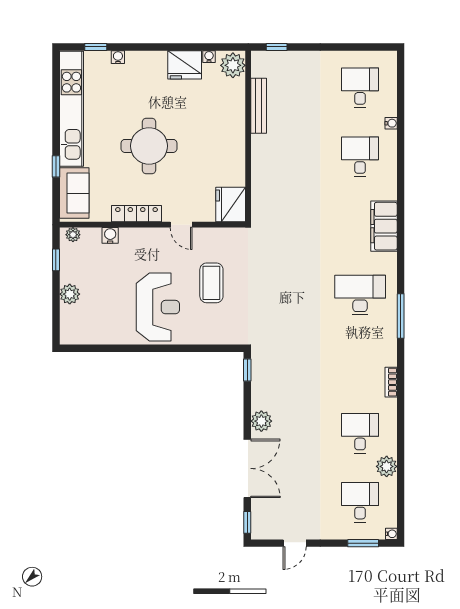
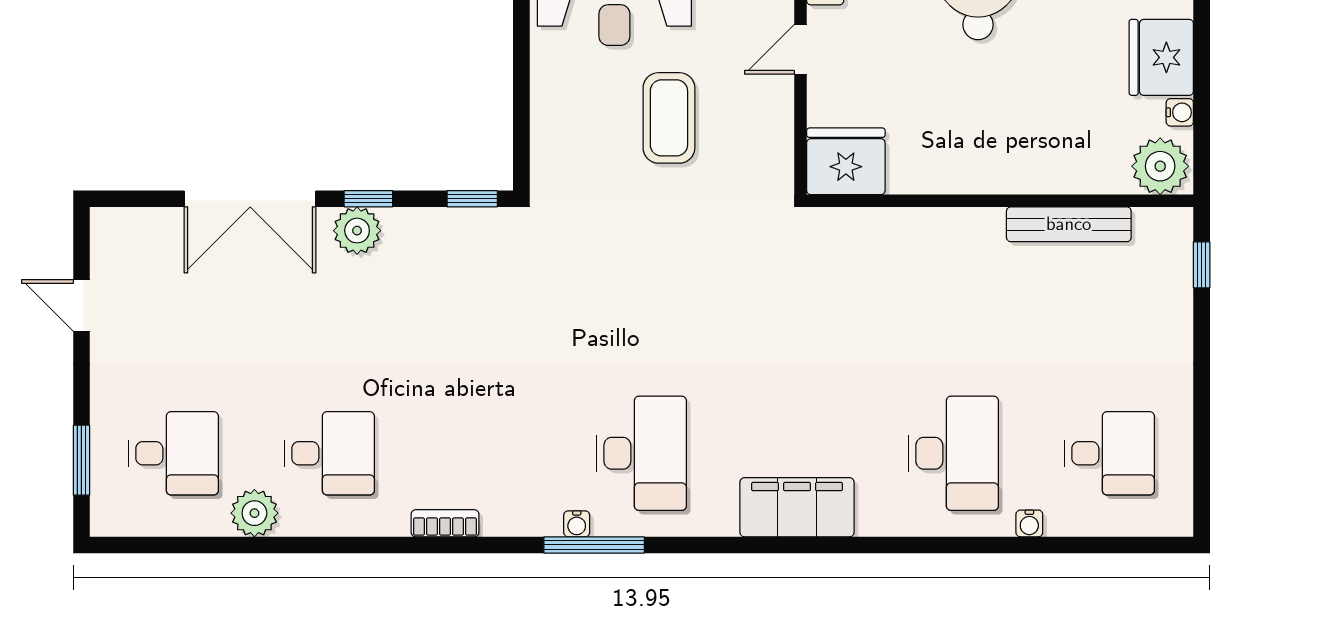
desk: (360, 157) -> (954, 453), width x1.37
coffee table: (211, 283) -> (669, 118), turned 90
window: (247, 522) -> (368, 199), moved
water cooler: (391, 534) -> (577, 524), moved

